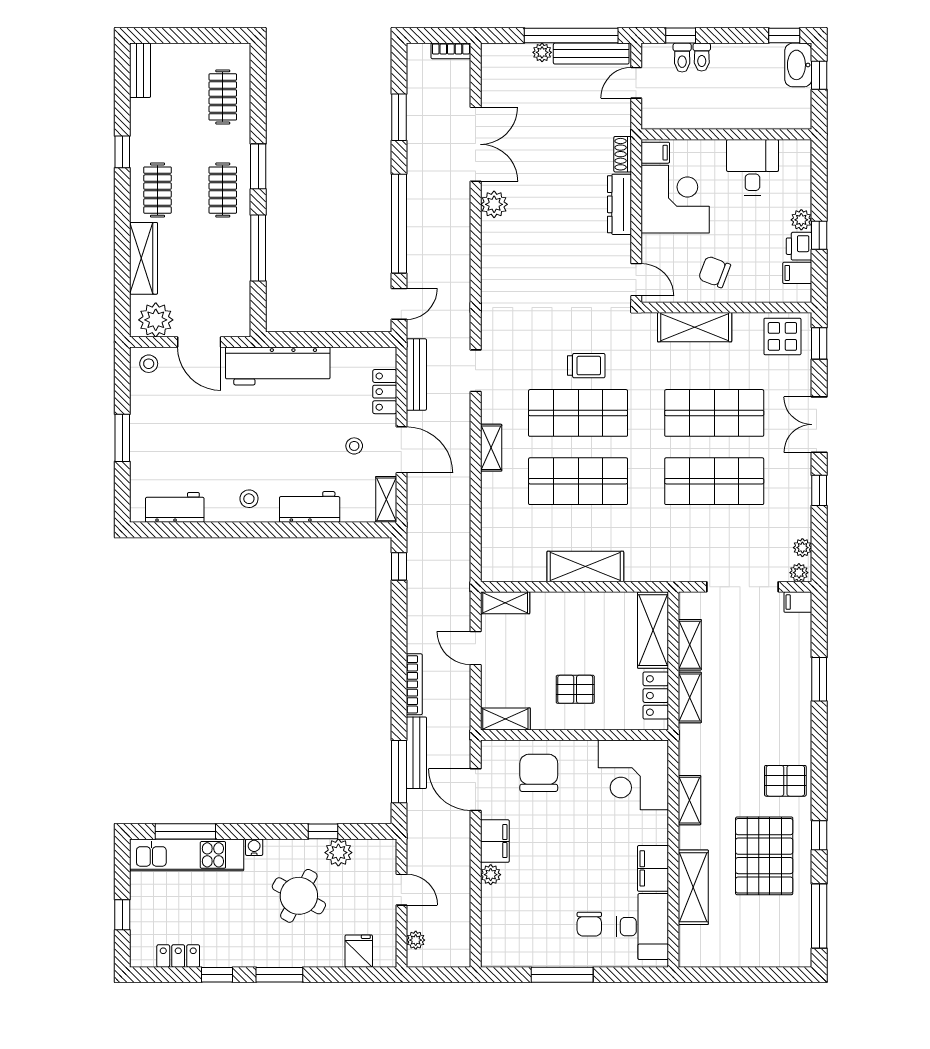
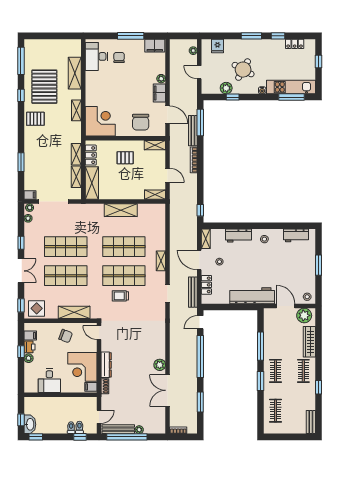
filing cabinet: (653, 868) -> (155, 46), moved, turned 90

